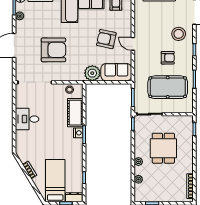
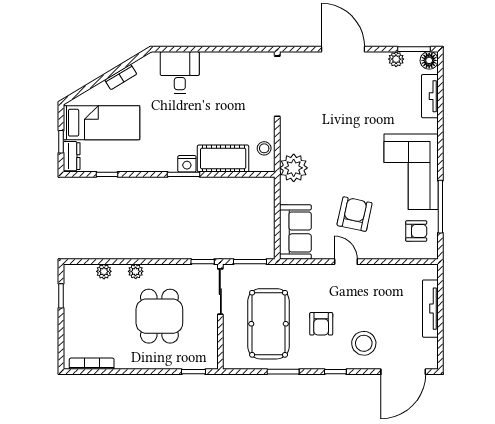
door: (133, 44) -> (346, 262), hinge flipped
armchair: (53, 50) -> (335, 120), removed
plant: (92, 73) -> (294, 168), moved
desk: (27, 119) -> (180, 72), moved
dining table: (163, 148) -> (159, 316), turned 90

